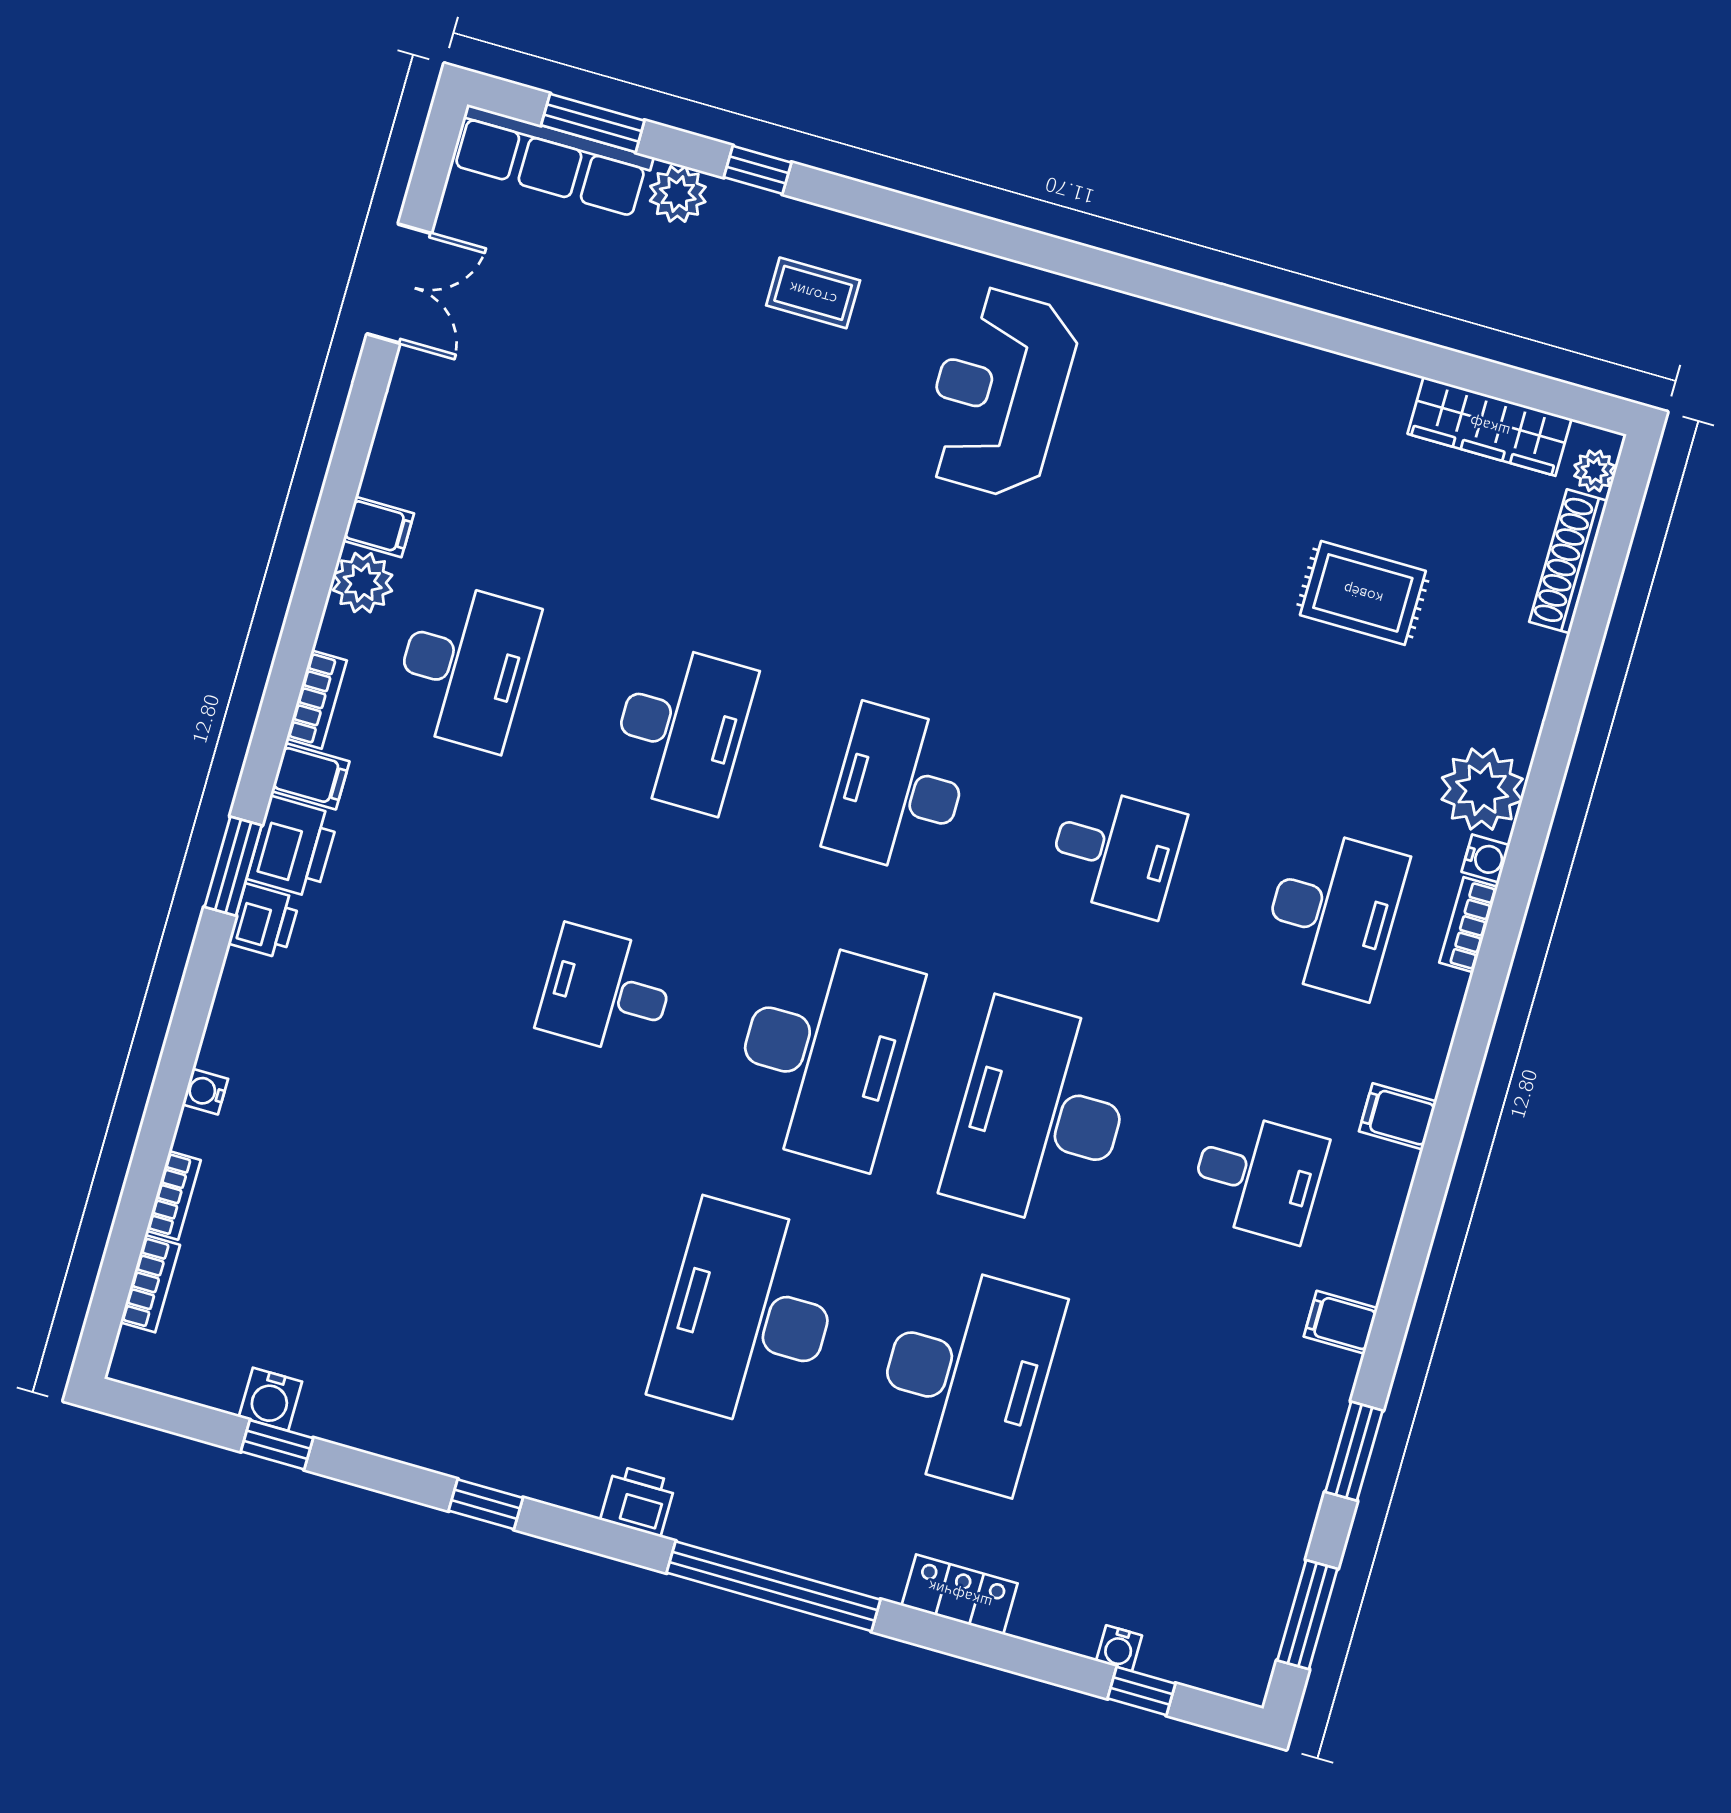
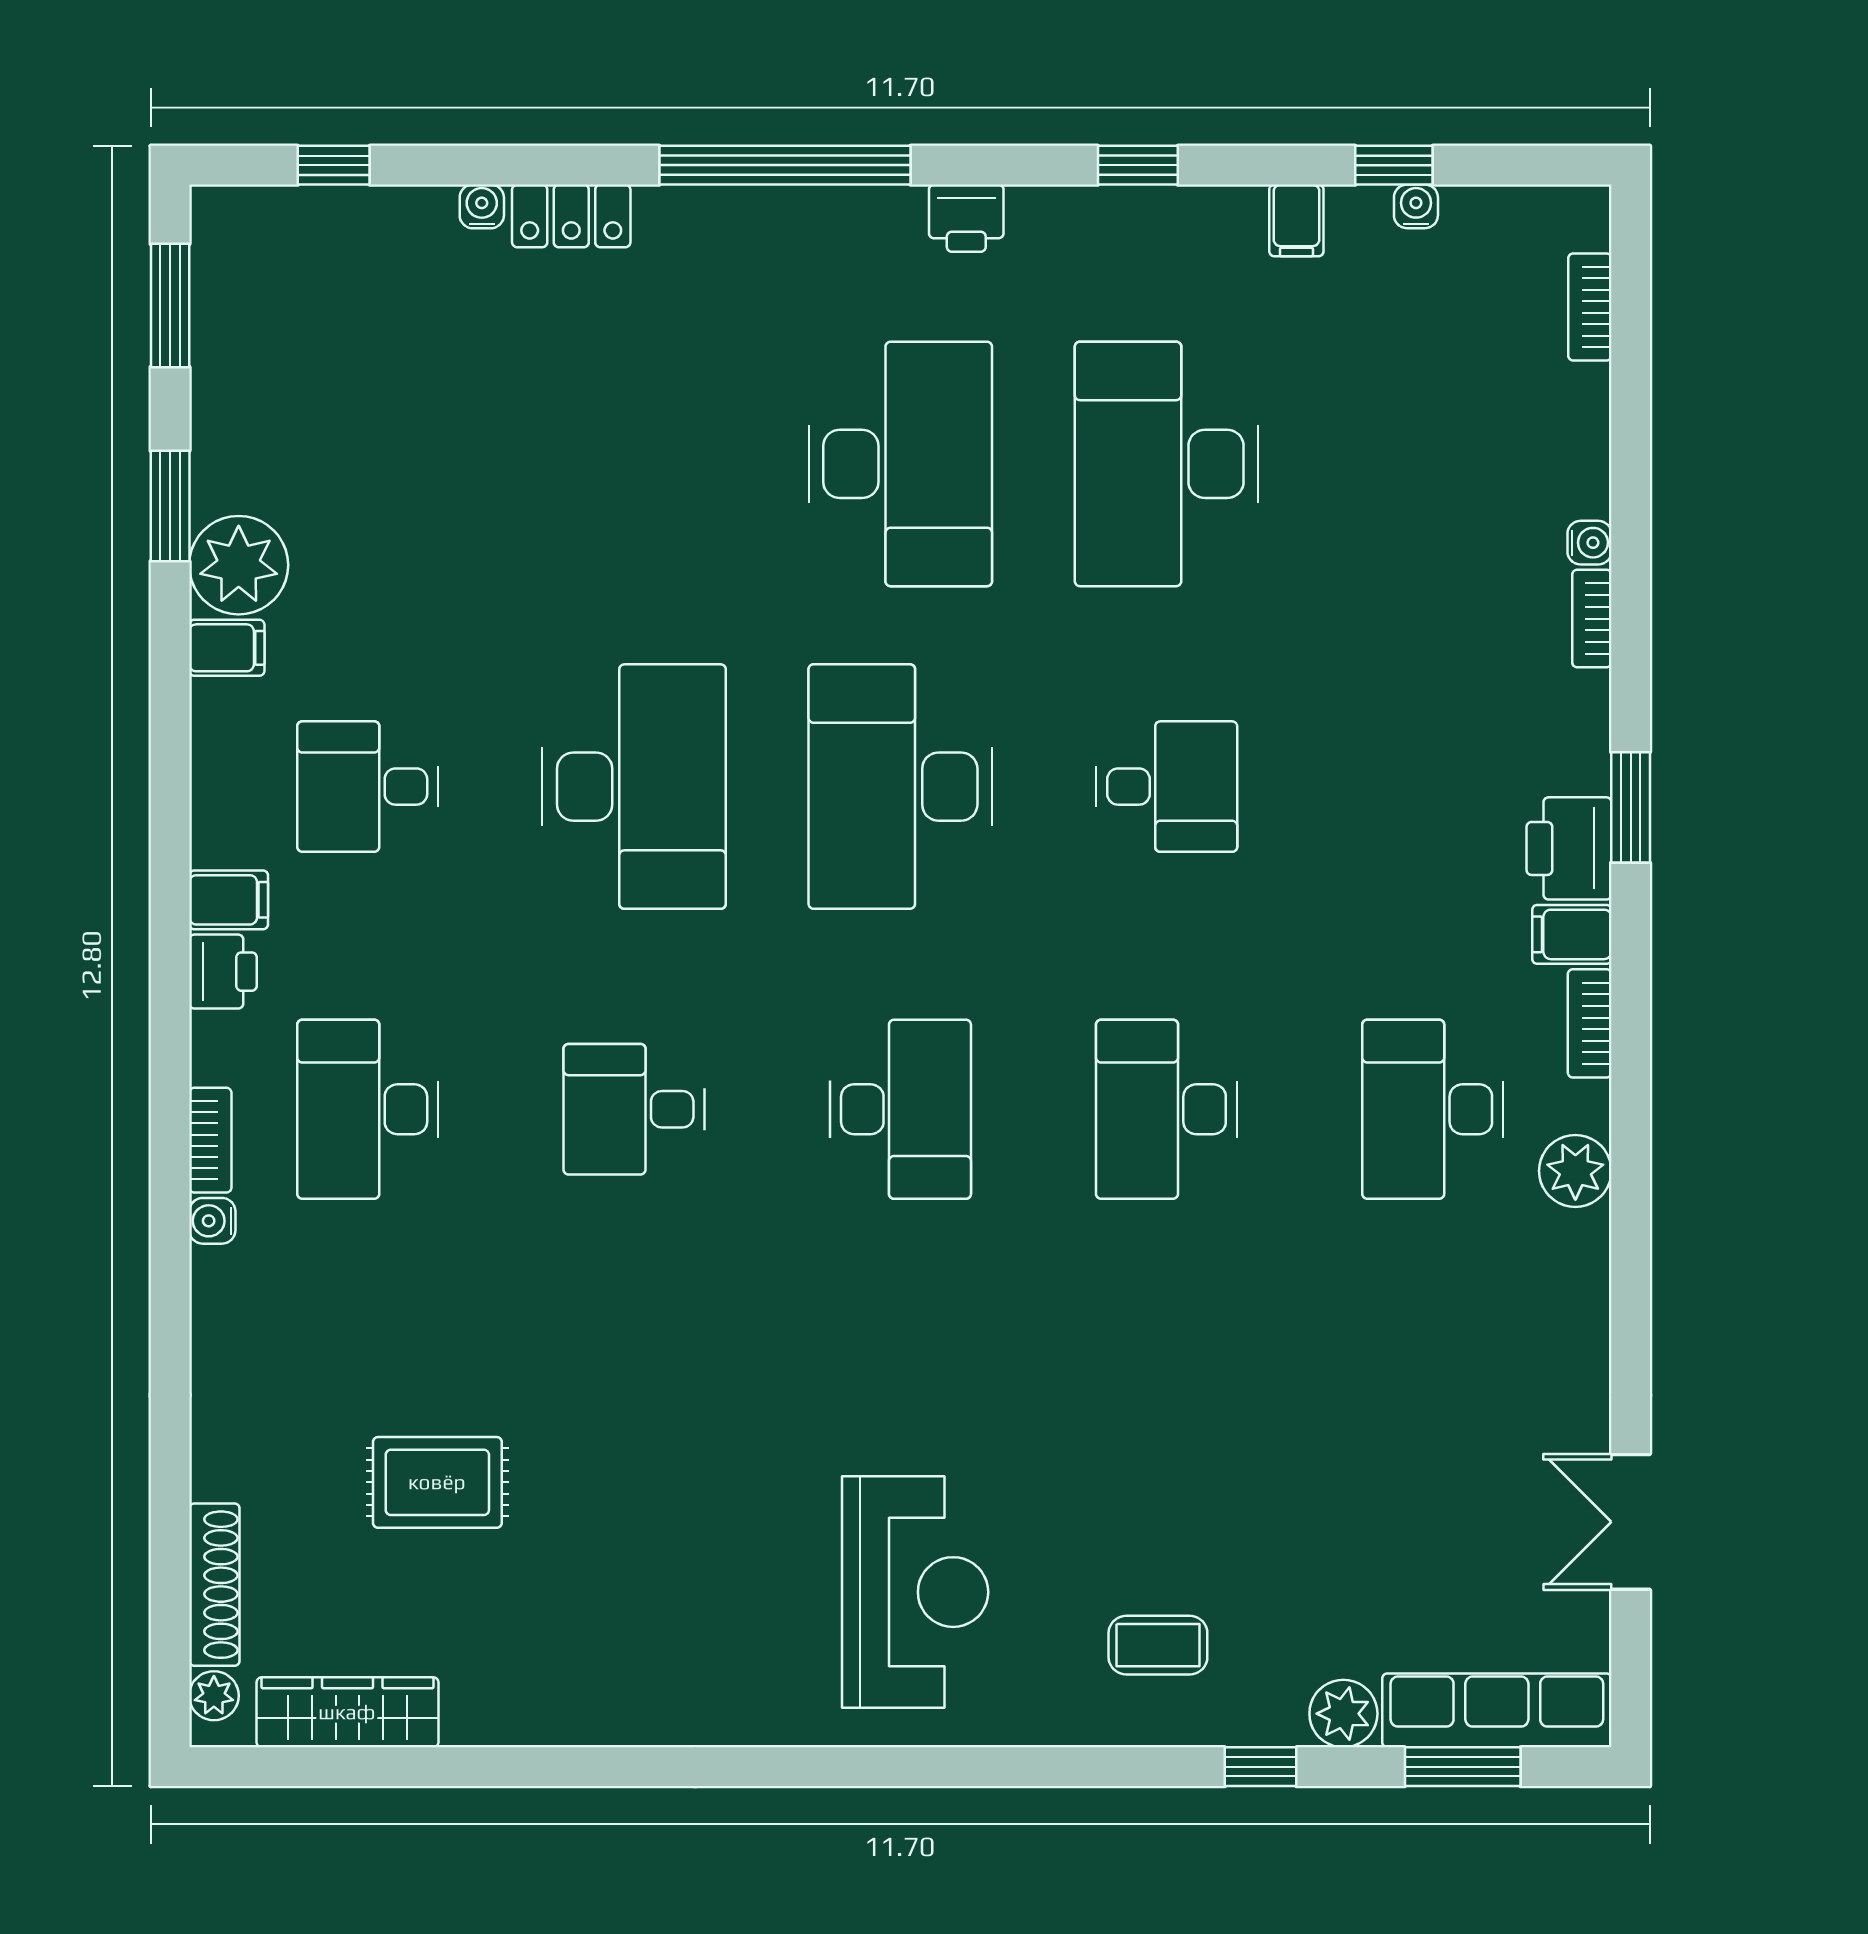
filing cabinet: (378, 527) -> (1296, 220), moved, turned -90
plant: (1482, 789) -> (239, 565), moved
printer: (264, 921) -> (223, 972), moved, turned 180
bookcase: (174, 1195) -> (1592, 619), moved
desk: (966, 1378) -> (1167, 464), moved
water cooler: (270, 1399) -> (1416, 206), width x0.72, depth x0.72
water cooler: (1119, 1648) -> (482, 206), moved

